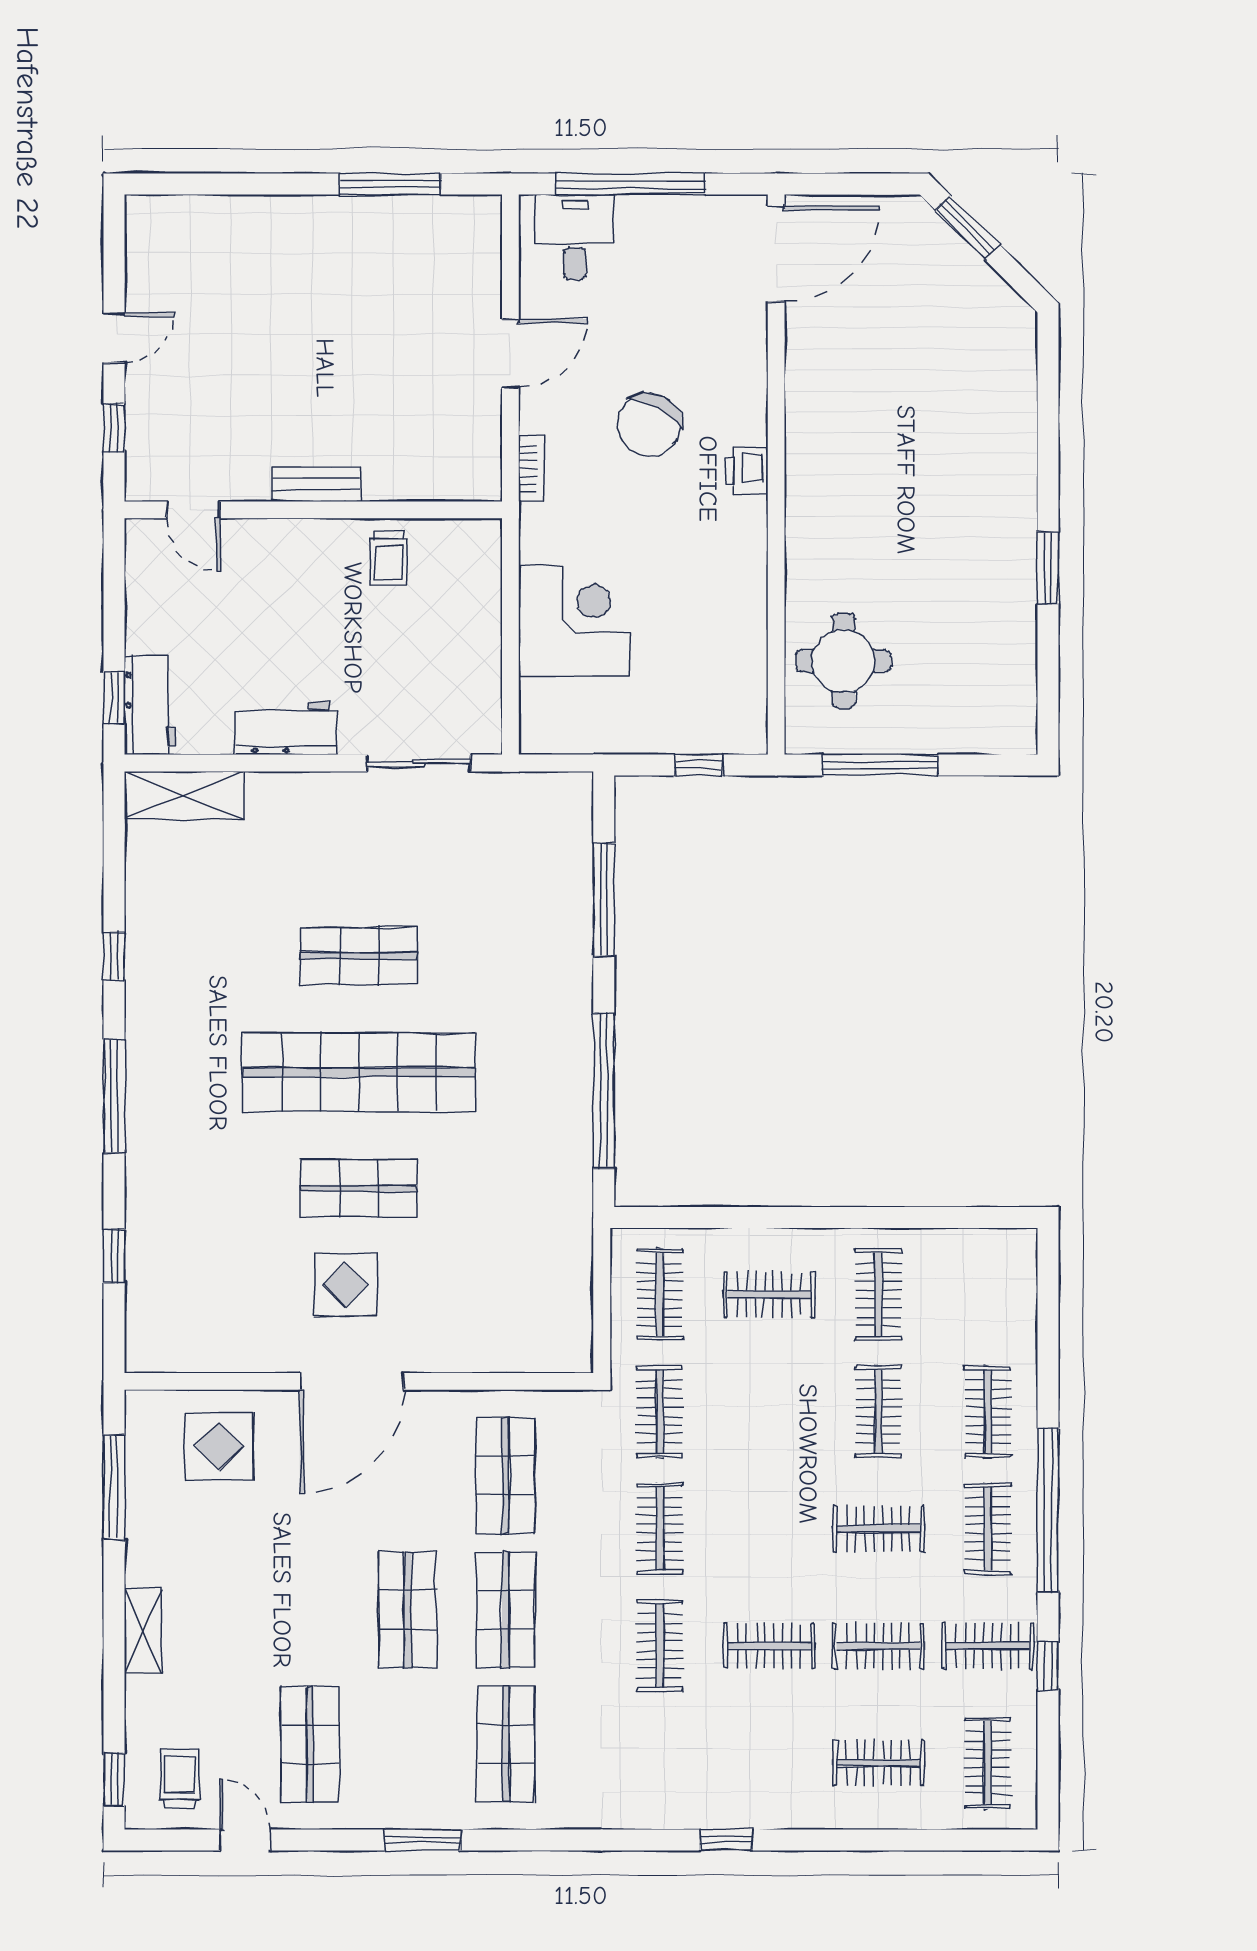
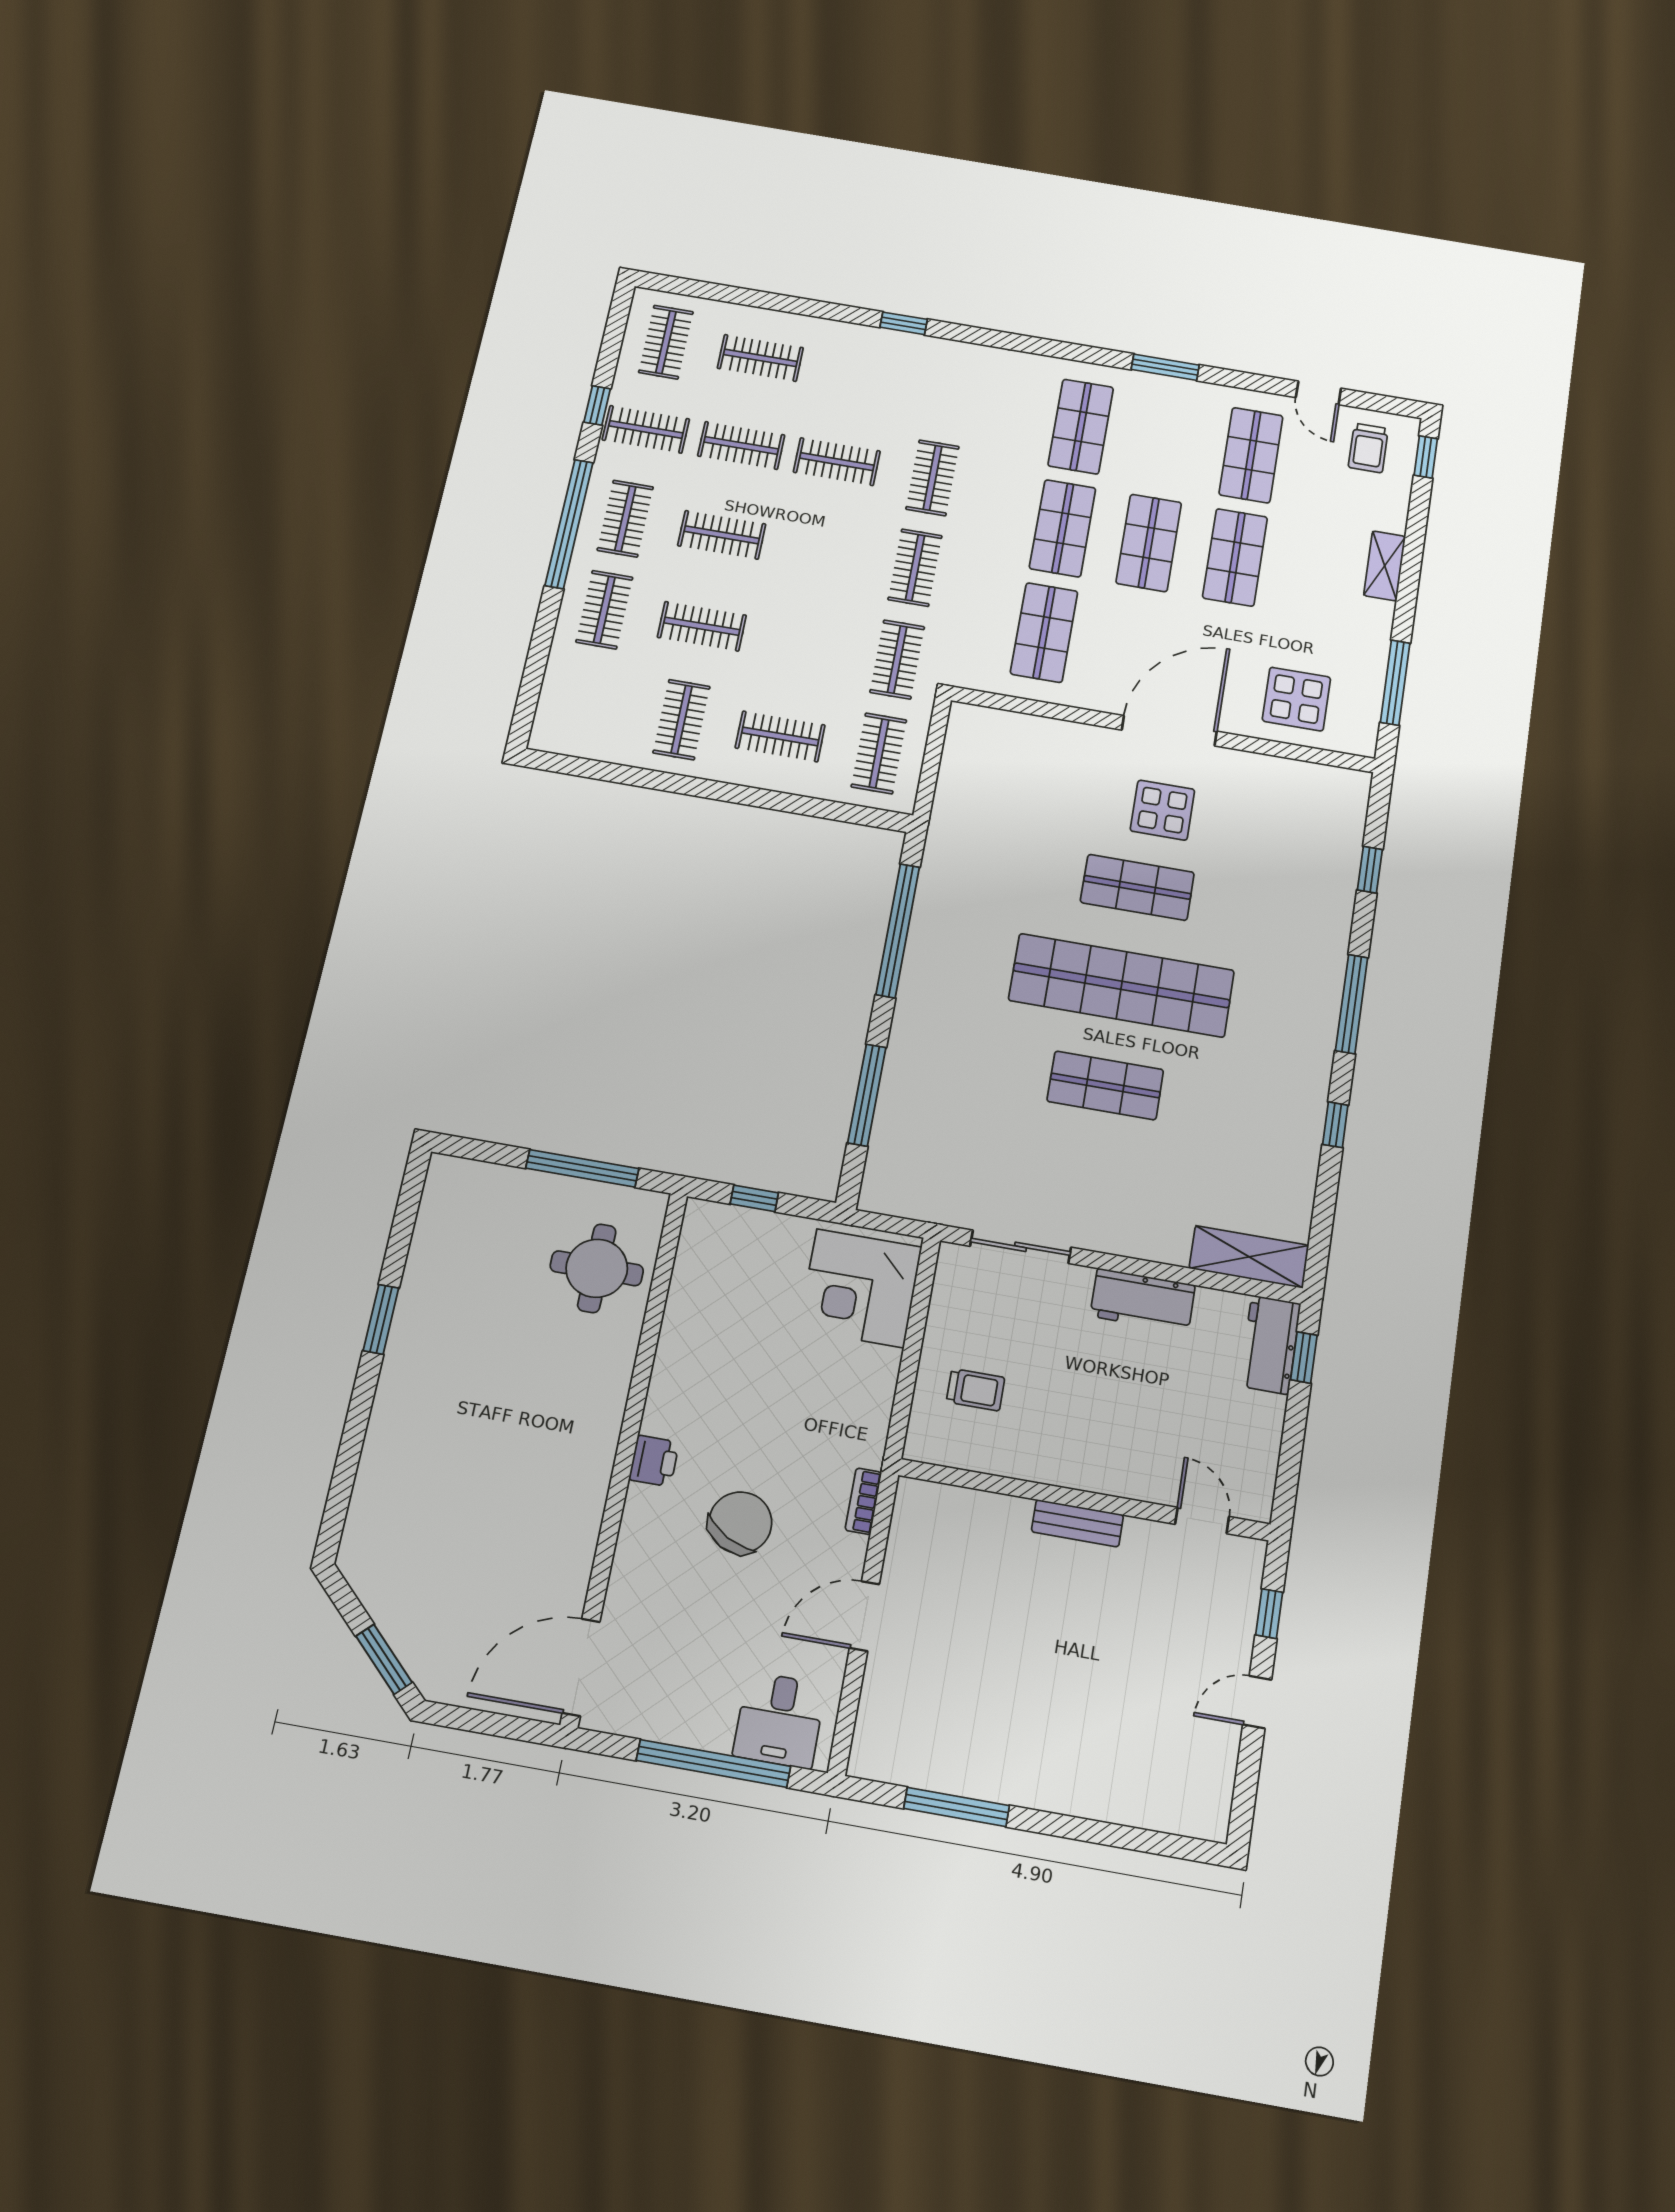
trolley: (389, 559) -> (976, 1390), moved, turned 90
corner desk: (574, 621) -> (860, 1288), moved
clothes rail: (878, 1412) -> (702, 626), turned 90
shop shelf: (310, 1610) -> (1235, 557), added

